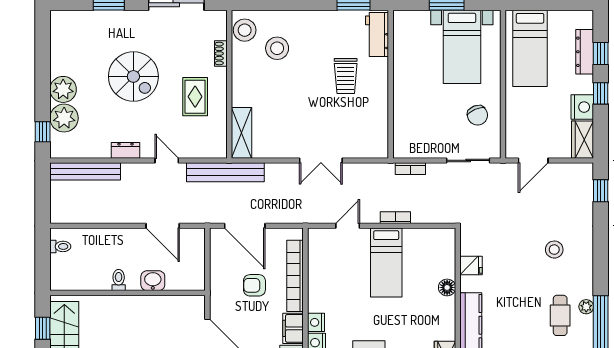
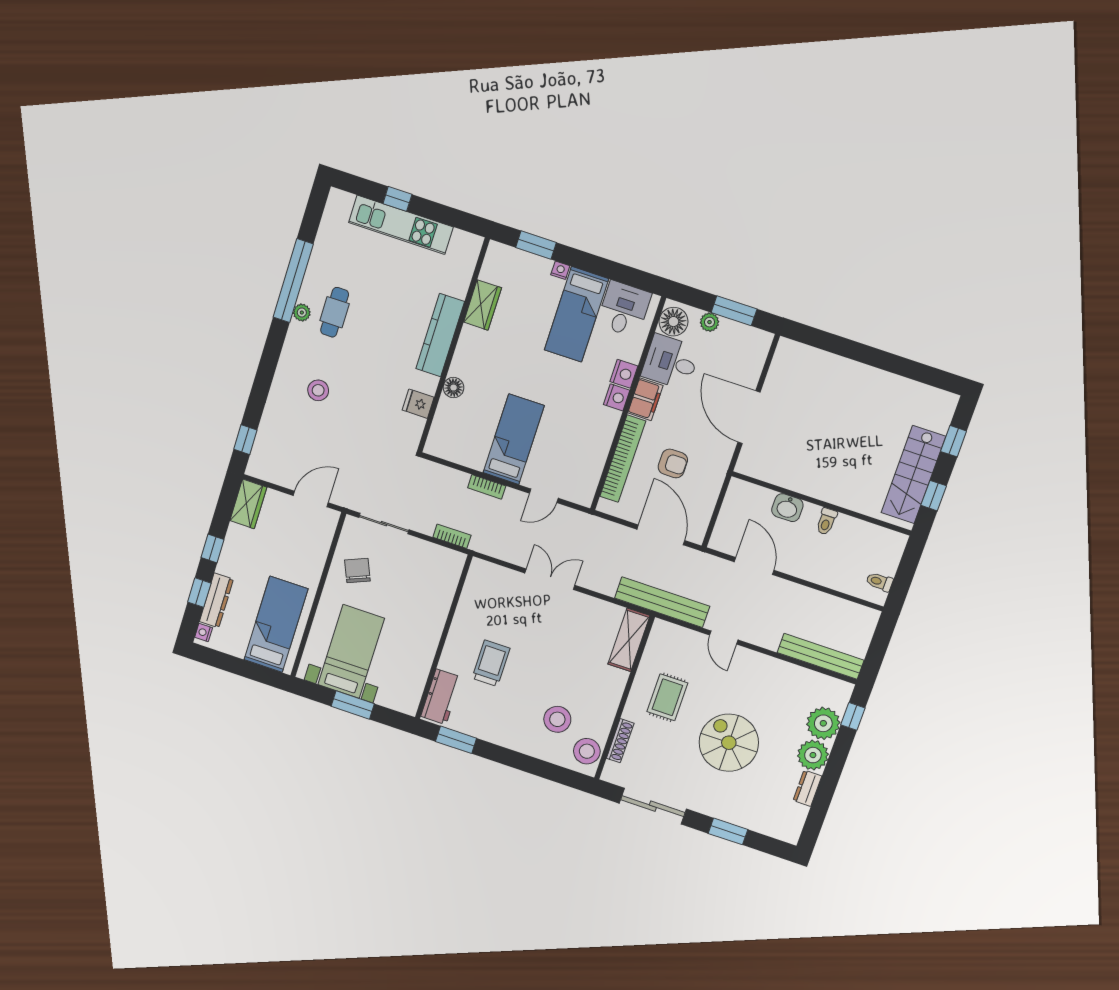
shoe rack: (221, 54) -> (620, 741), width x1.43
nightstand: (582, 107) -> (204, 633), moved, width x0.53, depth x0.56
dresser: (125, 150) -> (807, 788), moved, turned 90

